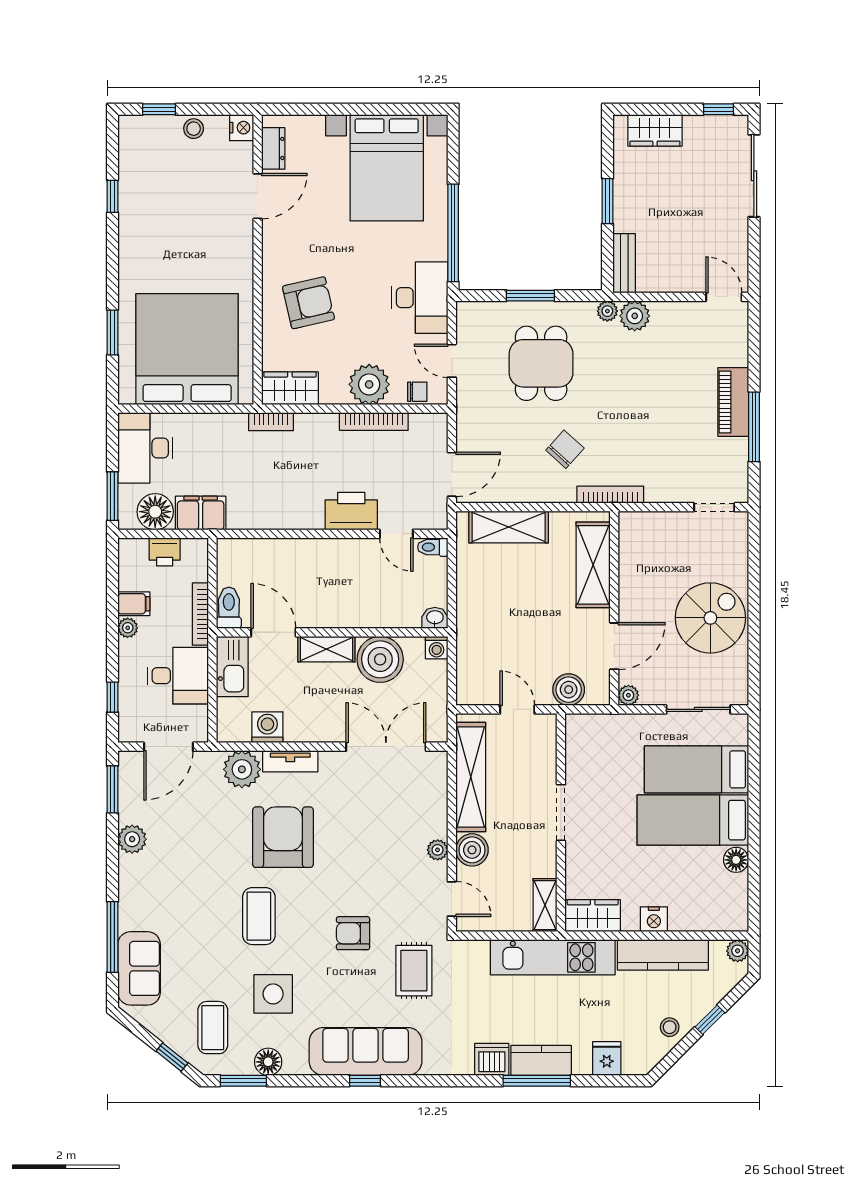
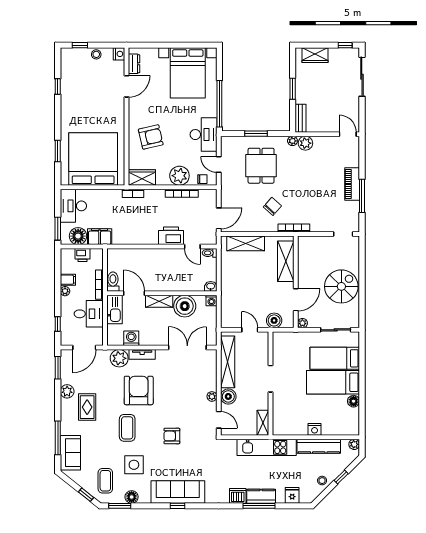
wardrobe: (593, 916) -> (285, 428), removed
rug: (414, 971) -> (87, 407), moved

